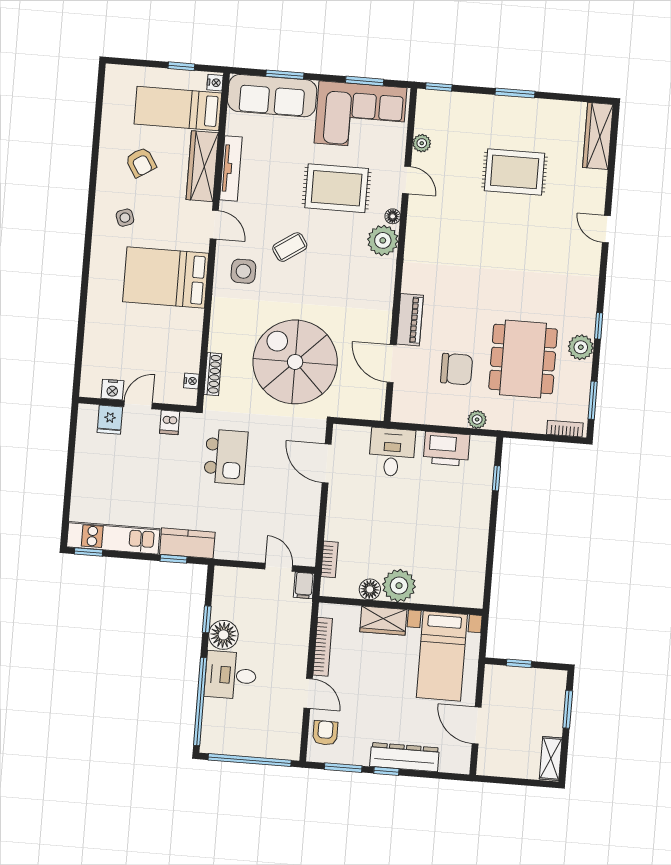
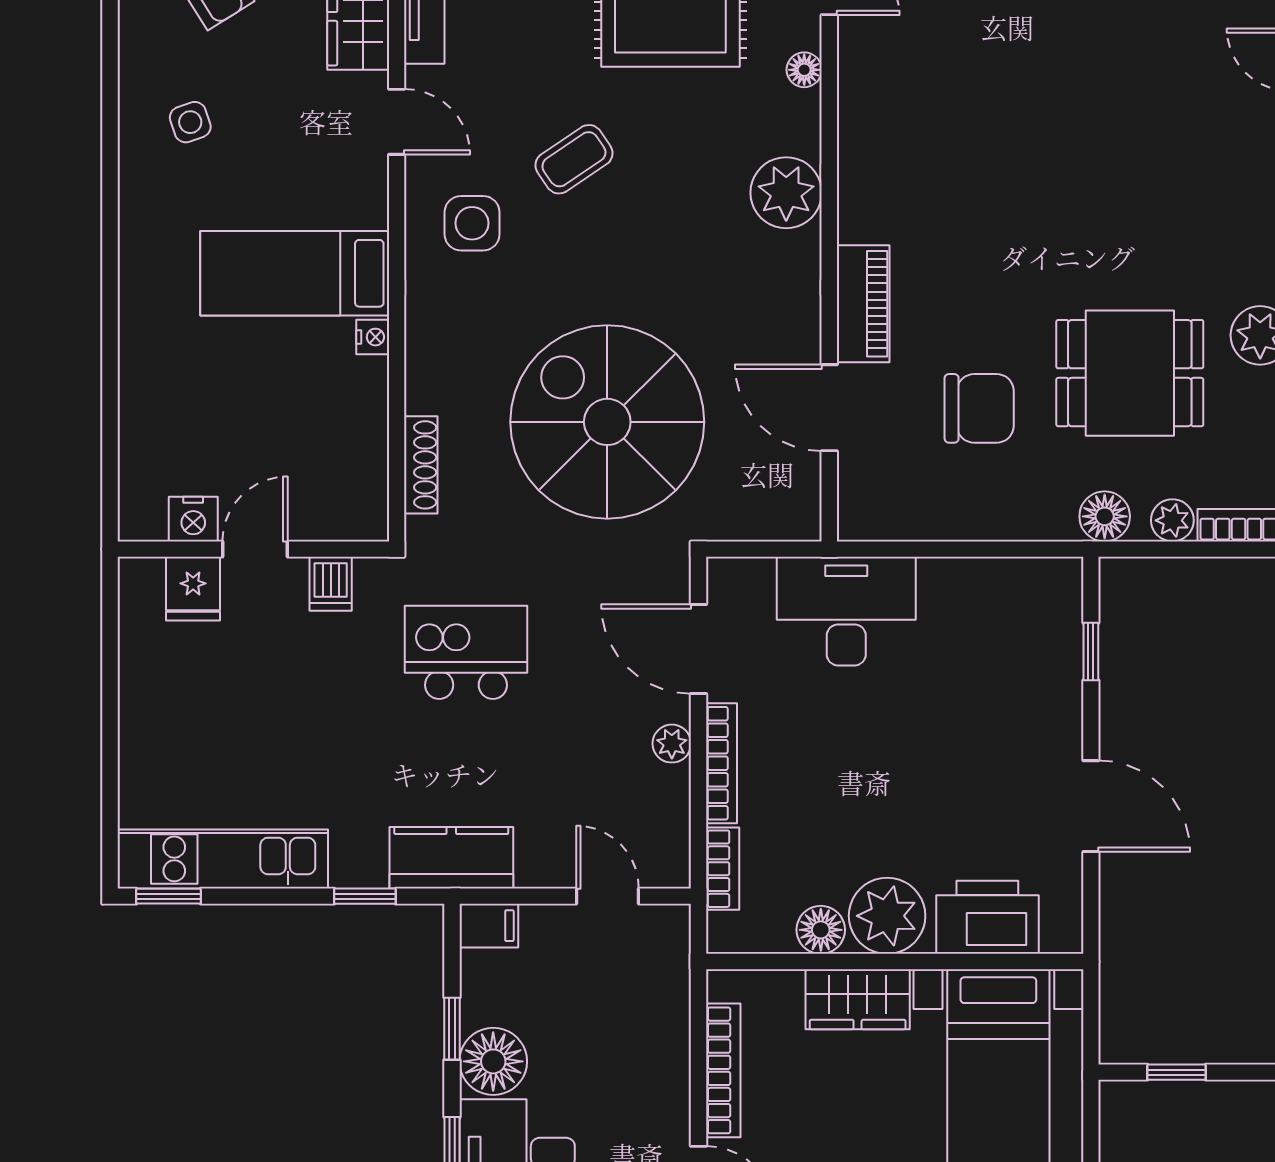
plant: (383, 240) -> (786, 193), moved
bed: (166, 278) -> (295, 273), width x0.67
dining table: (523, 359) -> (1130, 373), width x0.73
nightstand: (191, 381) -> (373, 337), moved
plant: (477, 419) -> (1172, 520), moved
floor lamp: (507, 420) -> (1105, 516), added
printer: (447, 449) -> (987, 917), moved, turned 180
desk: (392, 452) -> (846, 611), width x1.37
kitchen island: (226, 457) -> (466, 652), turned -90
plant: (312, 503) -> (672, 744), added
bookcase: (333, 514) -> (721, 763), added
kitchen counter: (187, 543) -> (451, 858), moved
door: (491, 545) -> (1091, 806), added
filing cabinet: (304, 585) -> (489, 926), moved, turned -90

